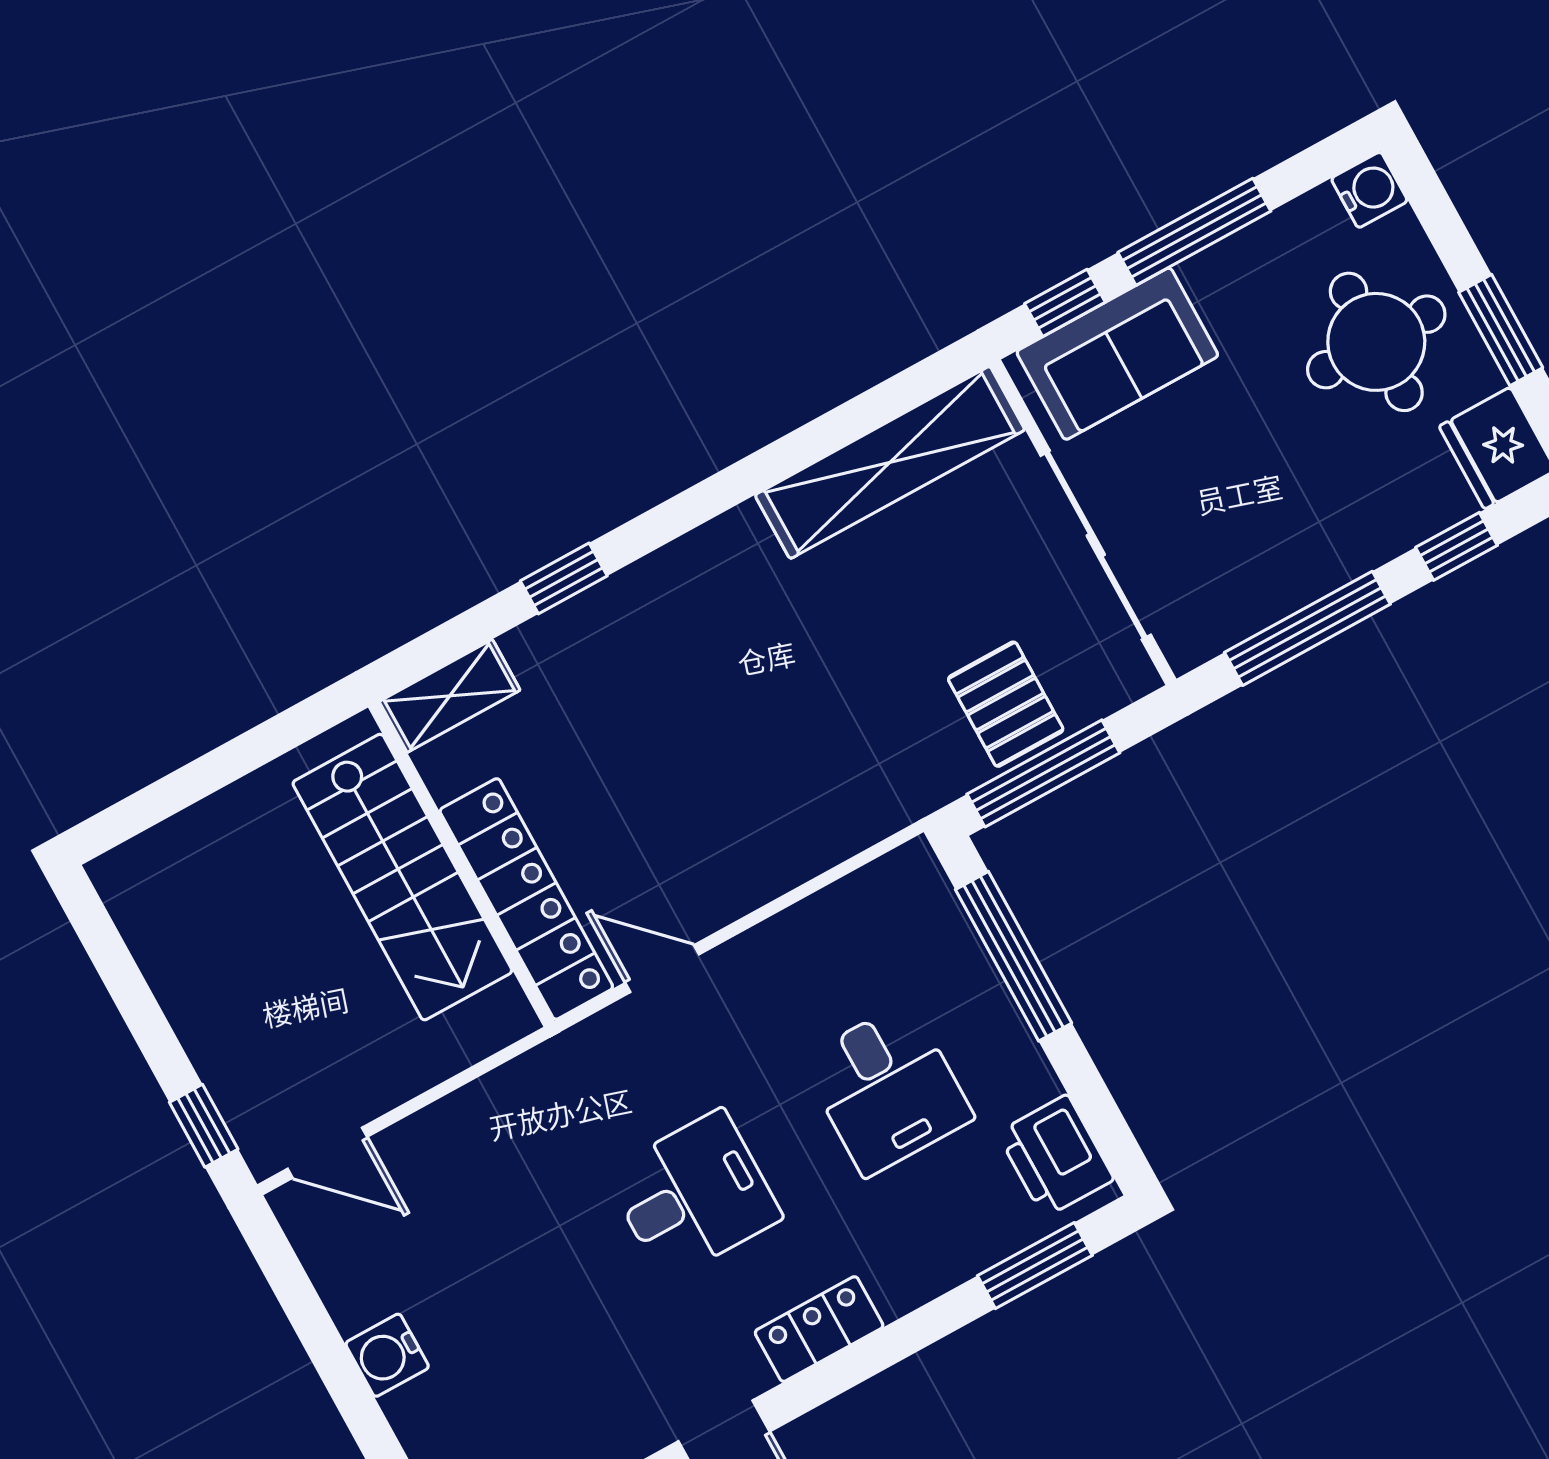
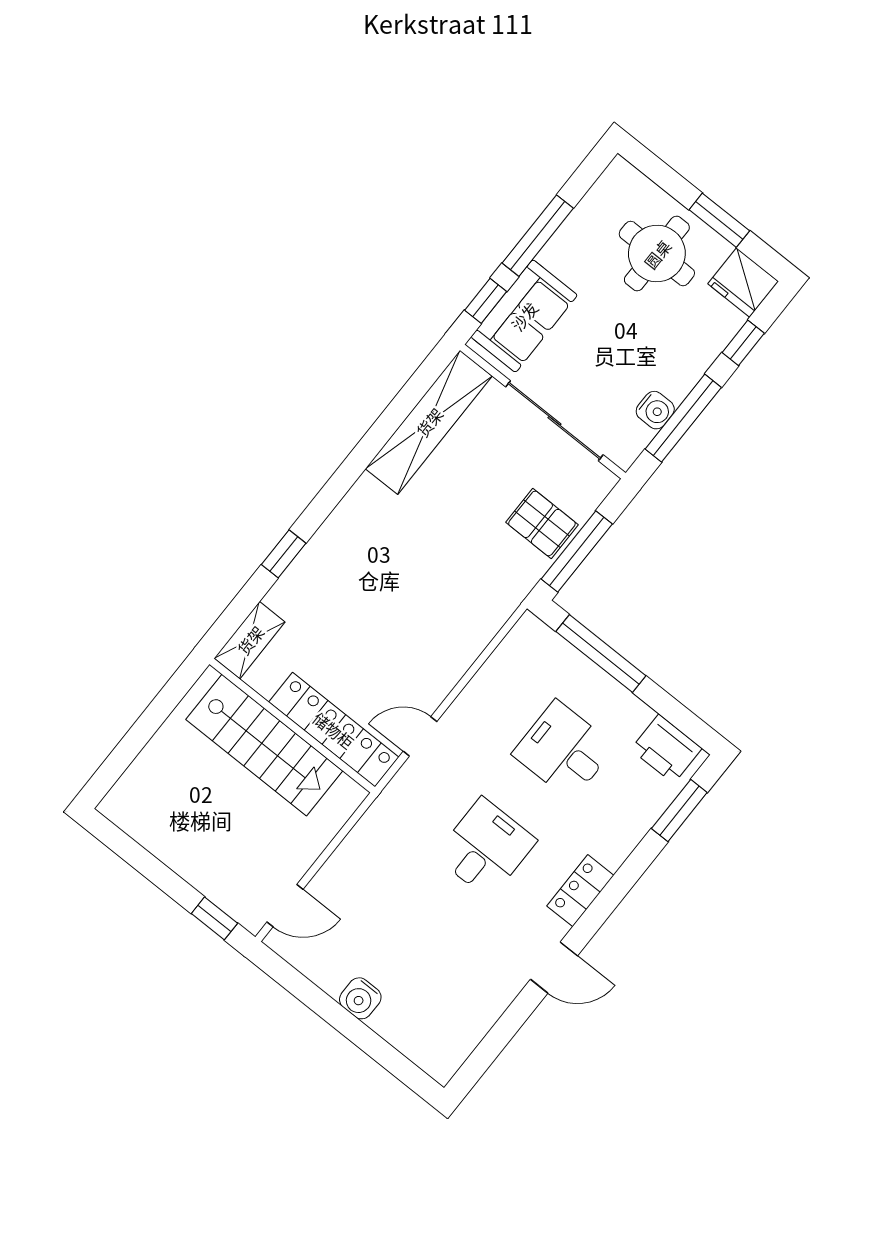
water cooler: (1369, 190) -> (655, 410), moved, turned 90
desk: (887, 1089) -> (564, 750), turned 180

